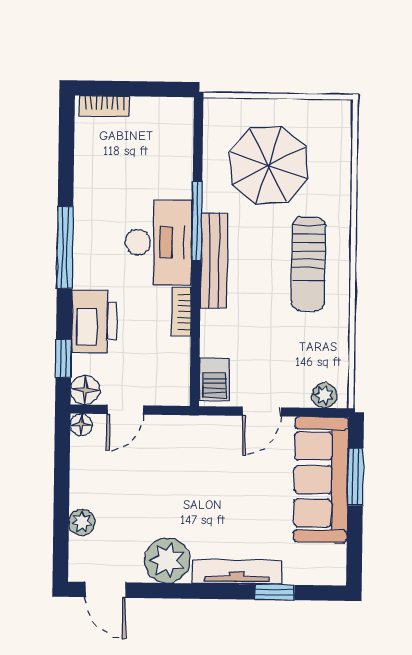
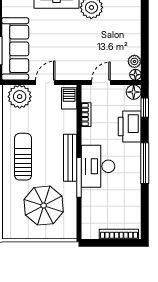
bookcase: (105, 106) -> (119, 234), width x1.56
bookcase: (181, 312) -> (86, 115), moved
plant: (324, 395) -> (20, 97), width x1.88, depth x1.88
door: (125, 410) -> (101, 83), moved
plant: (82, 522) -> (134, 61), moved

